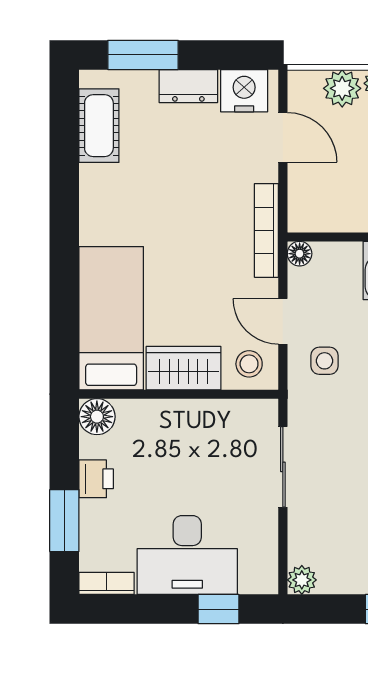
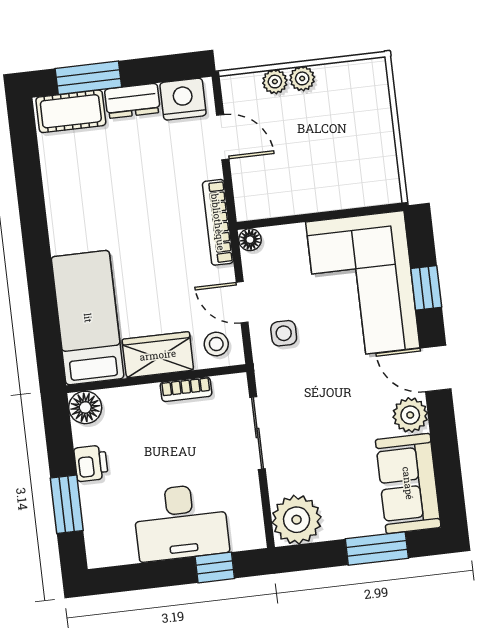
plant: (342, 88) -> (275, 82), width x0.73, depth x0.73
cot: (99, 126) -> (71, 111), moved, turned 90
plant: (302, 580) -> (297, 520), width x1.87, depth x1.87
bookcase: (107, 583) -> (186, 389), moved, turned 180

